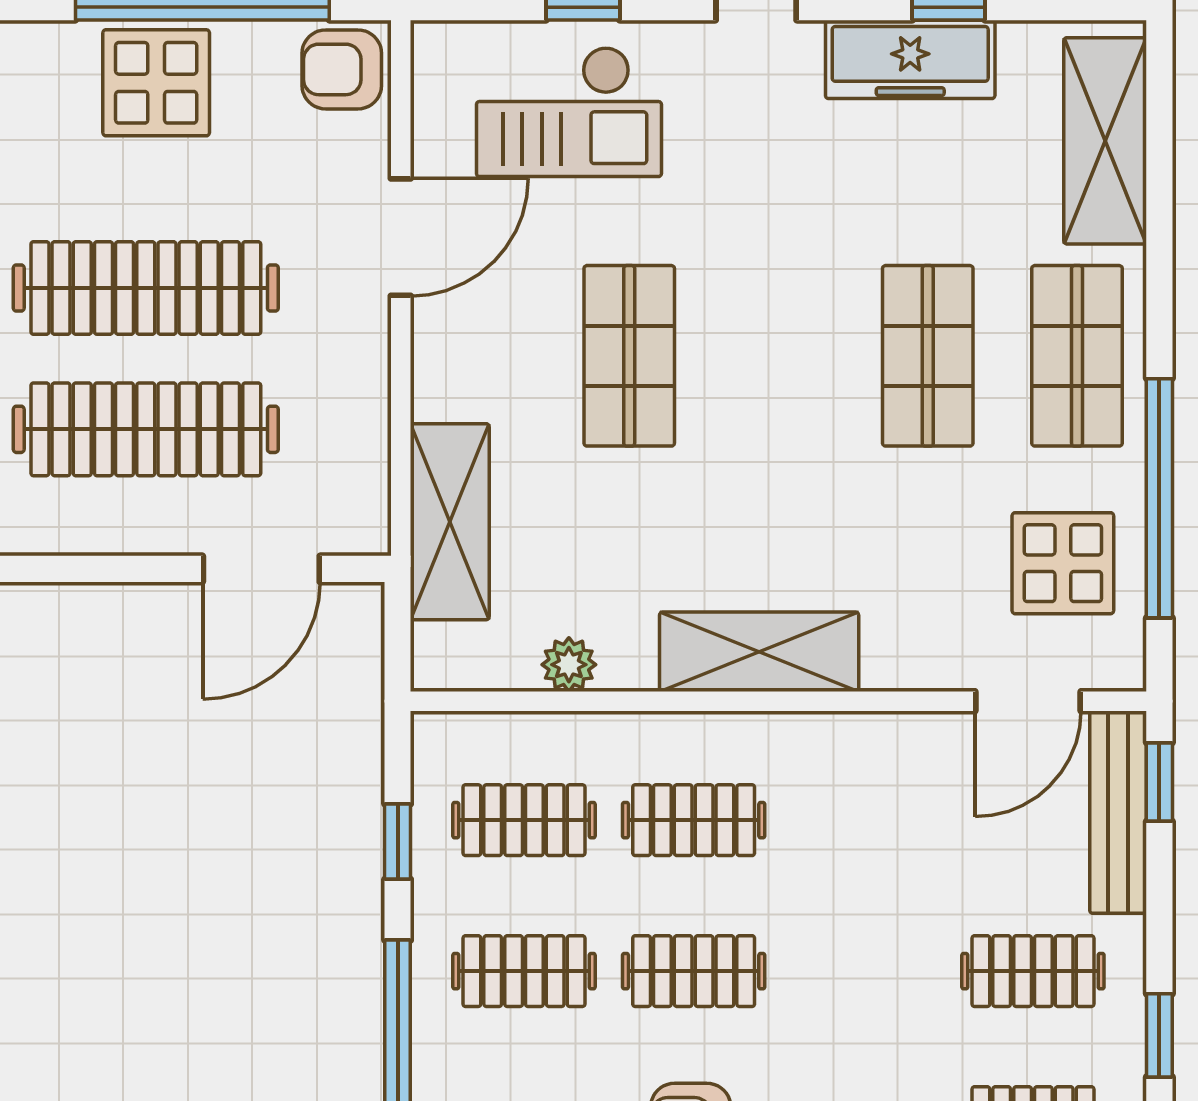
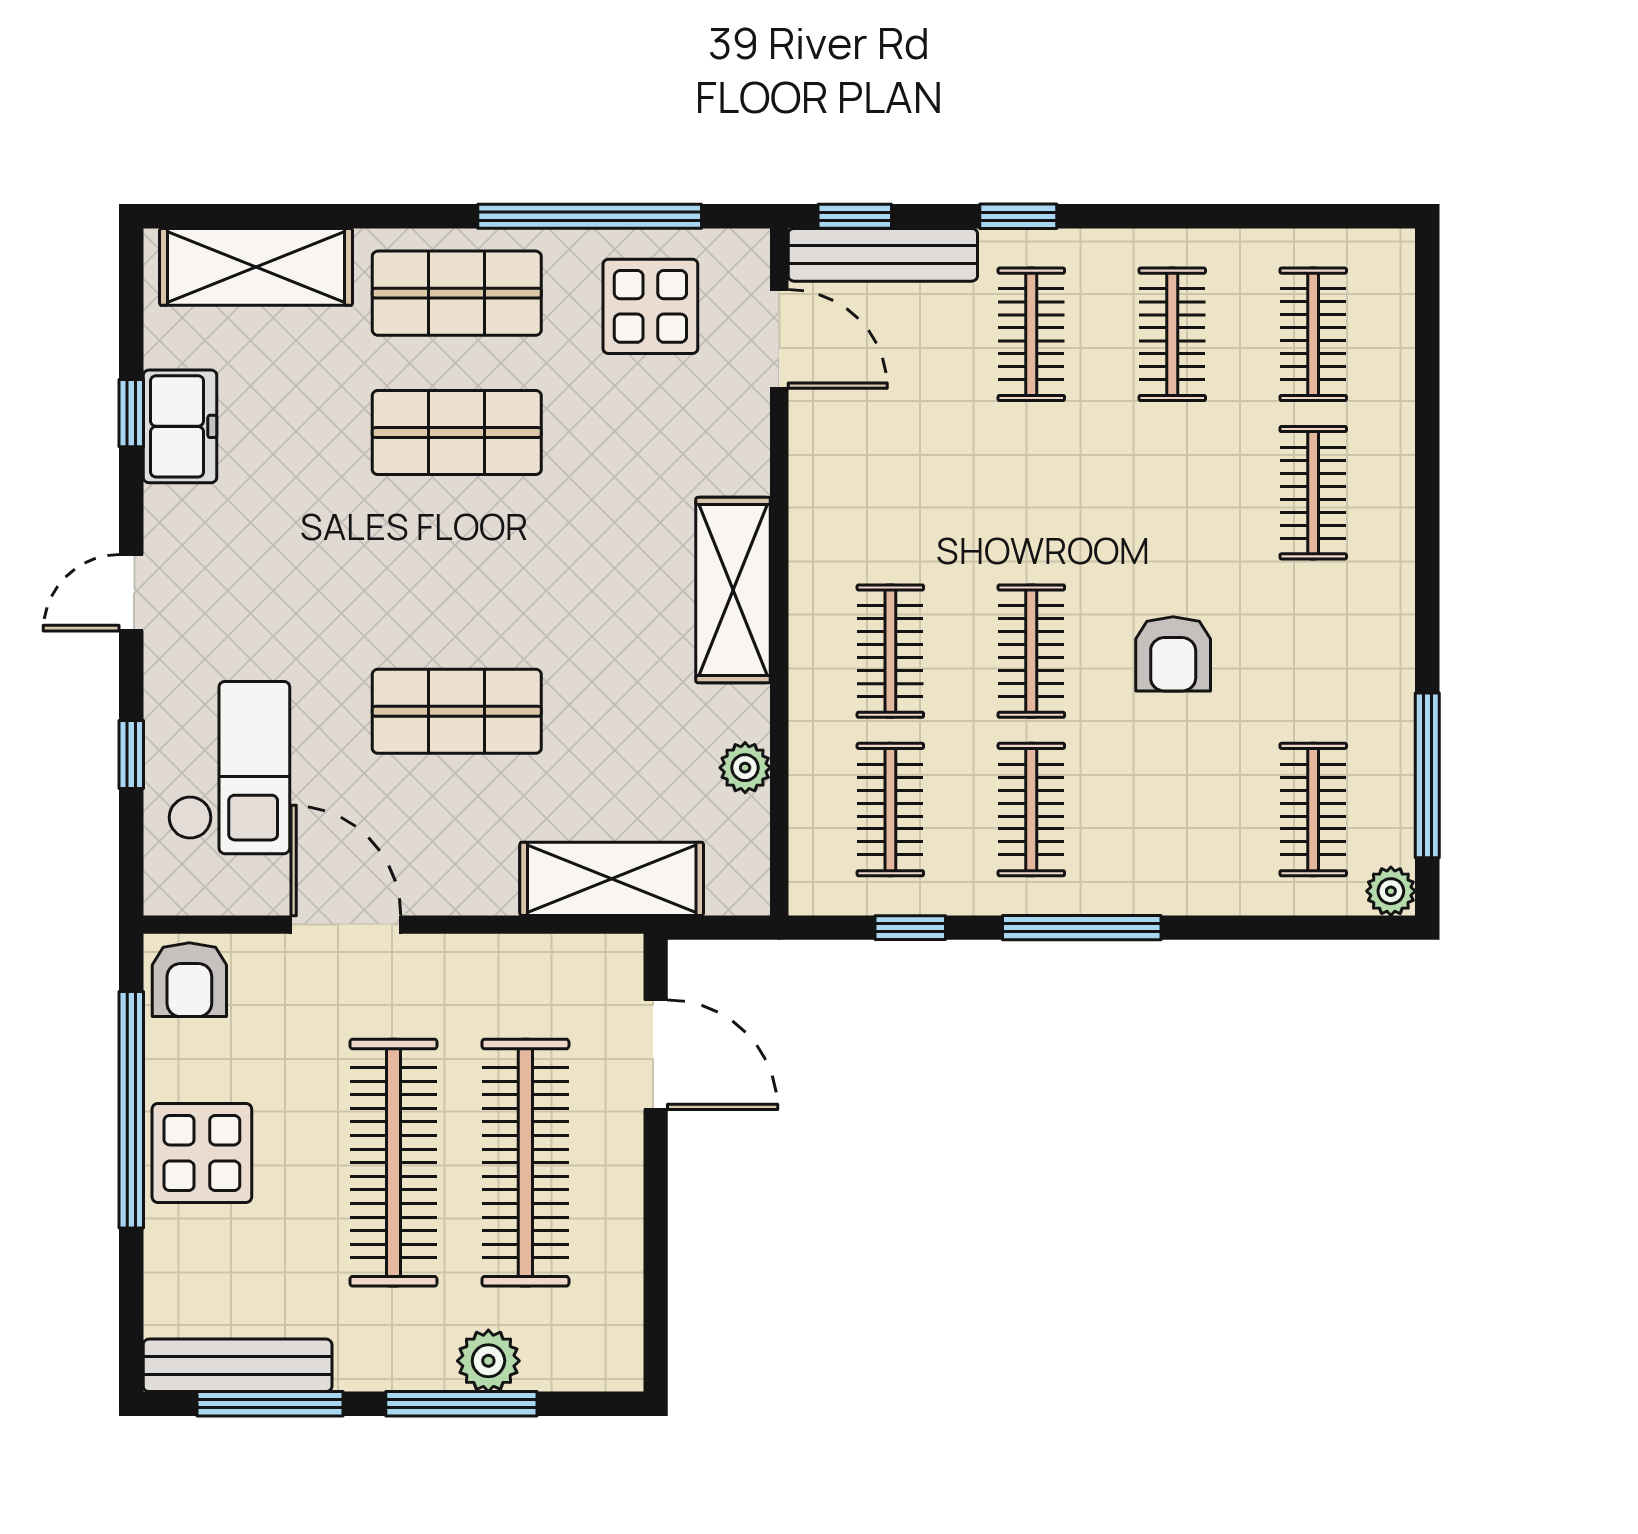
freezer: (910, 59) -> (180, 426), width x0.71
window: (1159, 1035) -> (1018, 216), moved

